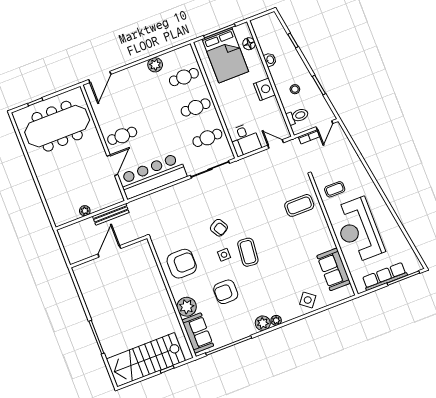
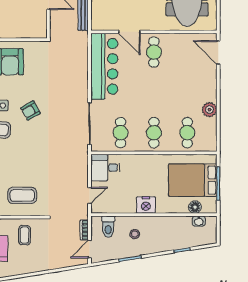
washbasin: (270, 60) -> (199, 221), moved
door: (324, 125) -> (90, 249), hinge flipped
coffee table: (299, 205) -> (22, 195), turned 90

